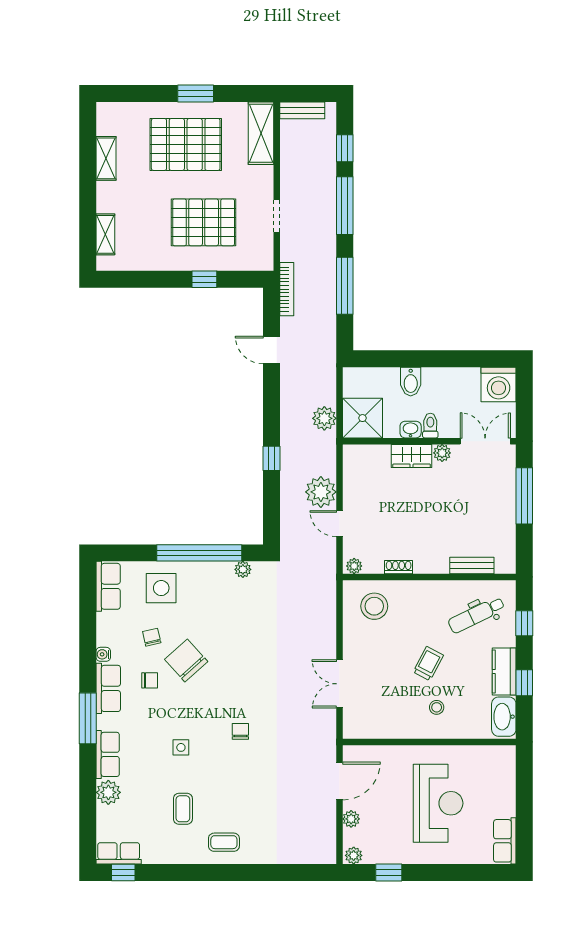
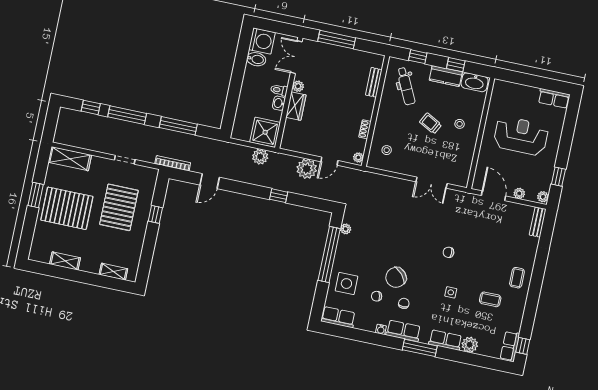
bench: (302, 110) -> (538, 222), moved
pallet: (186, 144) -> (67, 208), turned 90
bidet: (411, 382) -> (256, 59), moved
stool: (374, 606) -> (387, 150), width x0.53, depth x0.53

